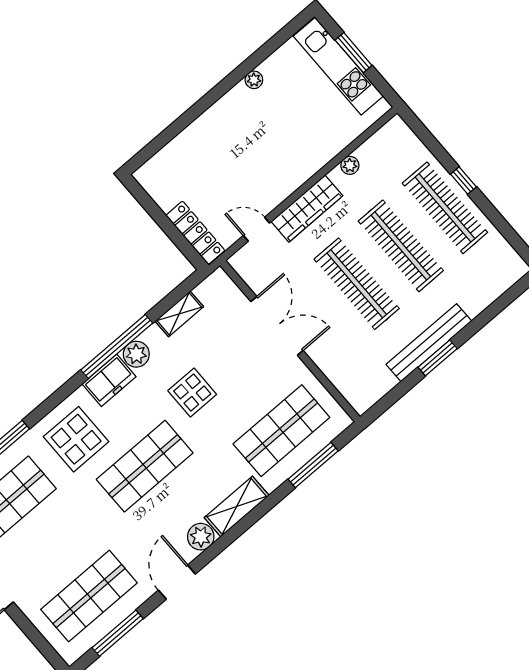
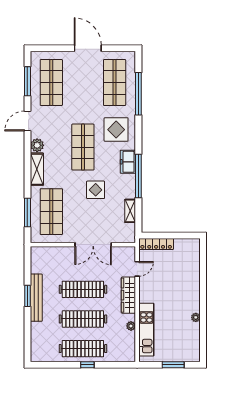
kitchen unit: (338, 66) -> (146, 330), moved, turned 90
plant: (136, 354) -> (129, 181), removed
door: (177, 582) -> (27, 121), swing flipped

